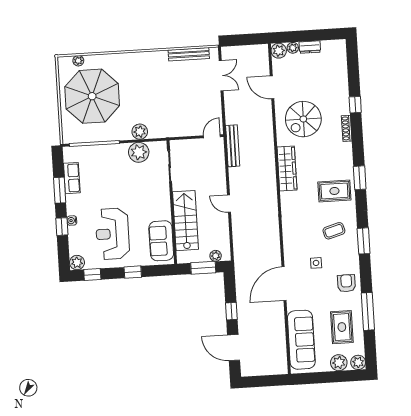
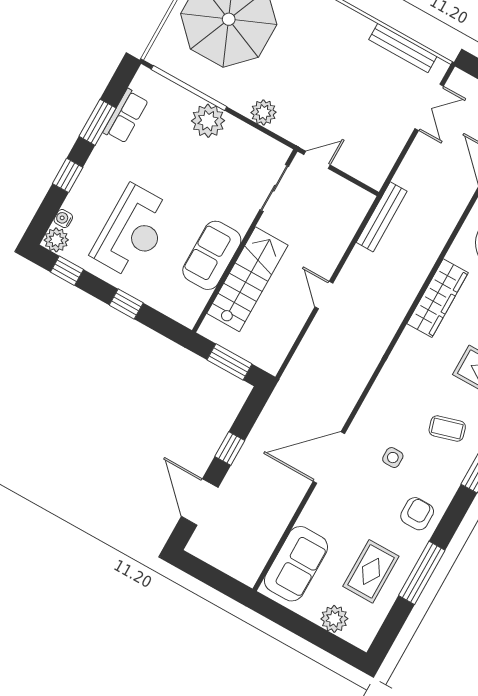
door: (212, 136) -> (317, 160), moved
plant: (139, 152) -> (208, 121), moved
water cooler: (72, 221) -> (63, 219), moved
reception desk: (112, 234) -> (132, 232), turned 180
sofa: (161, 241) -> (212, 255), moved
plant: (216, 256) -> (258, 356), removed
sofa: (301, 340) -> (296, 564), width x0.73
plant: (358, 362) -> (362, 636), removed

